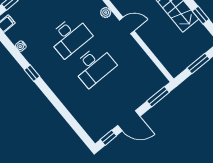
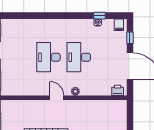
door: (127, 25) -> (57, 98), swing flipped
window: (32, 73) -> (99, 16), moved

